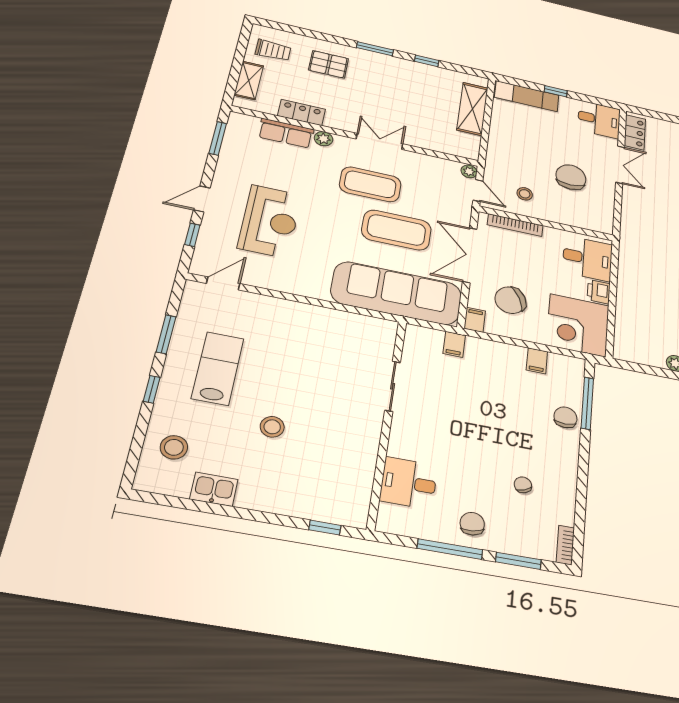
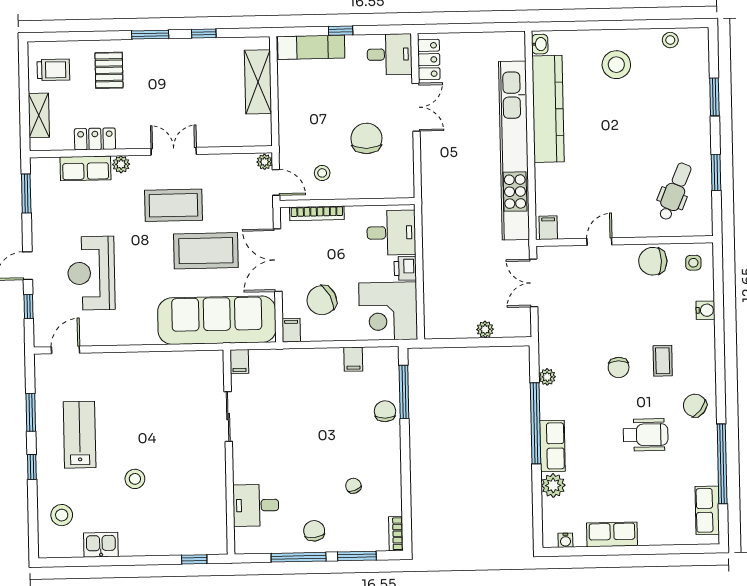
pallet: (329, 64) -> (109, 70), turned 90
reception desk: (270, 221) -> (91, 273), turned 180
filing cabinet: (454, 344) -> (239, 362), moved

